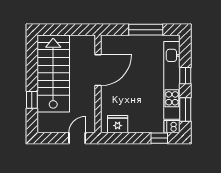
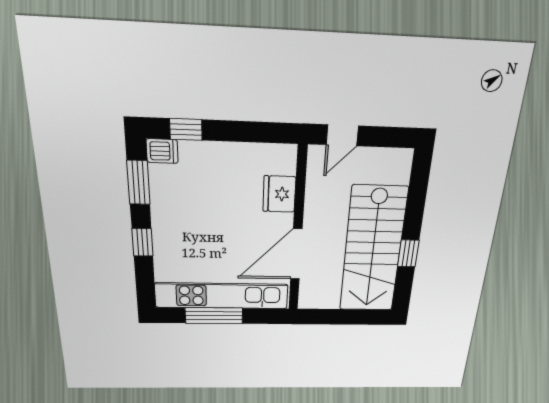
kitchen unit: (172, 80) -> (222, 296), moved, turned -90
window: (32, 100) -> (408, 253), moved
fridge: (118, 124) -> (279, 194), moved, turned 90

